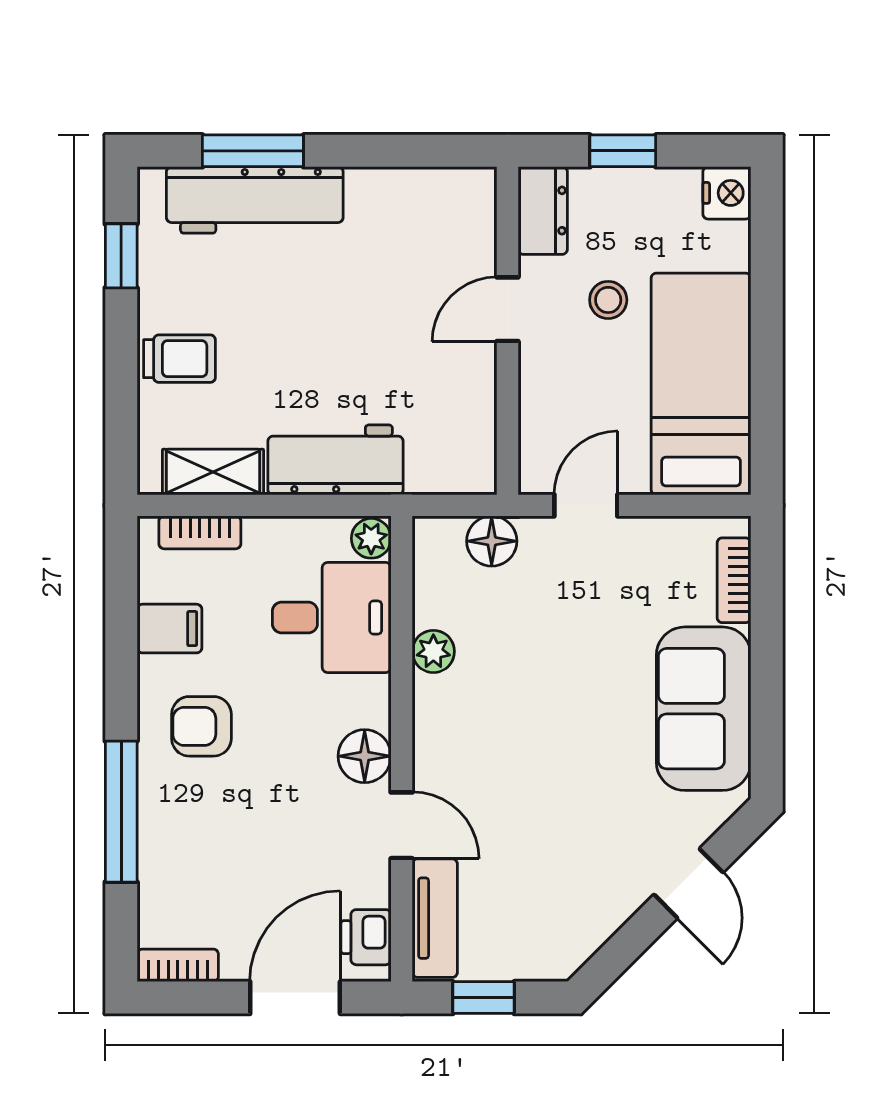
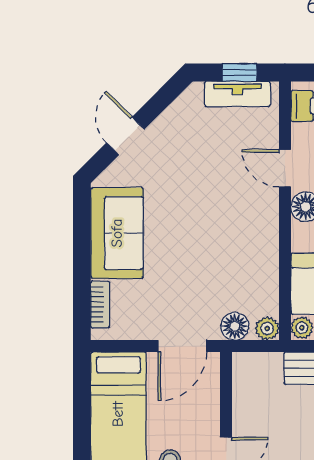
door: (586, 505) -> (182, 346), width x1.37
plant: (433, 651) -> (267, 328), moved
tv unit: (435, 918) -> (237, 94), moved, turned -90

